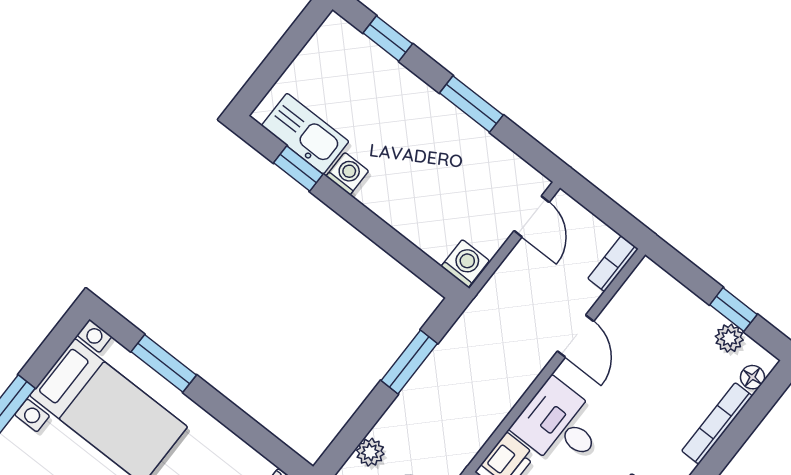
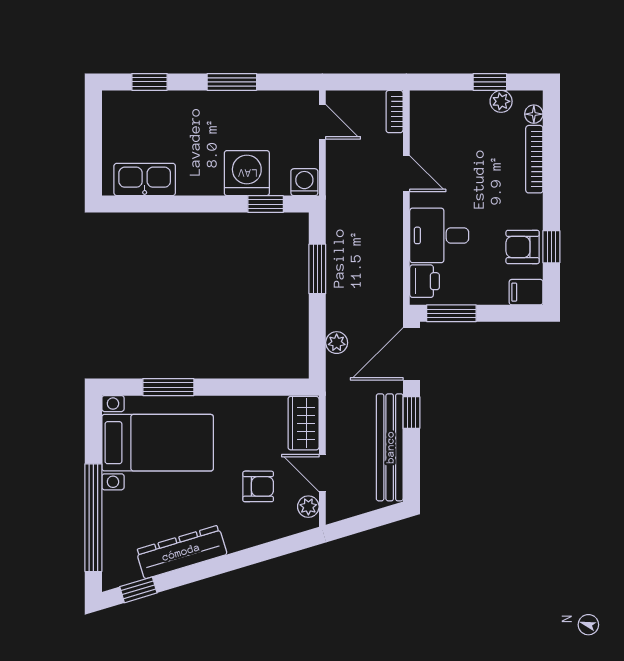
window: (298, 169) -> (266, 204), moved
washing machine: (347, 174) -> (247, 173), moved, width x1.89, depth x1.89

